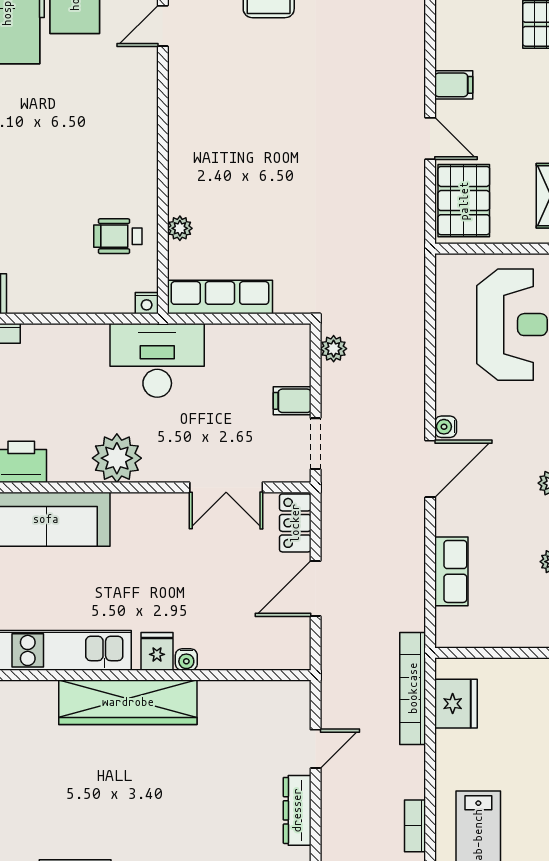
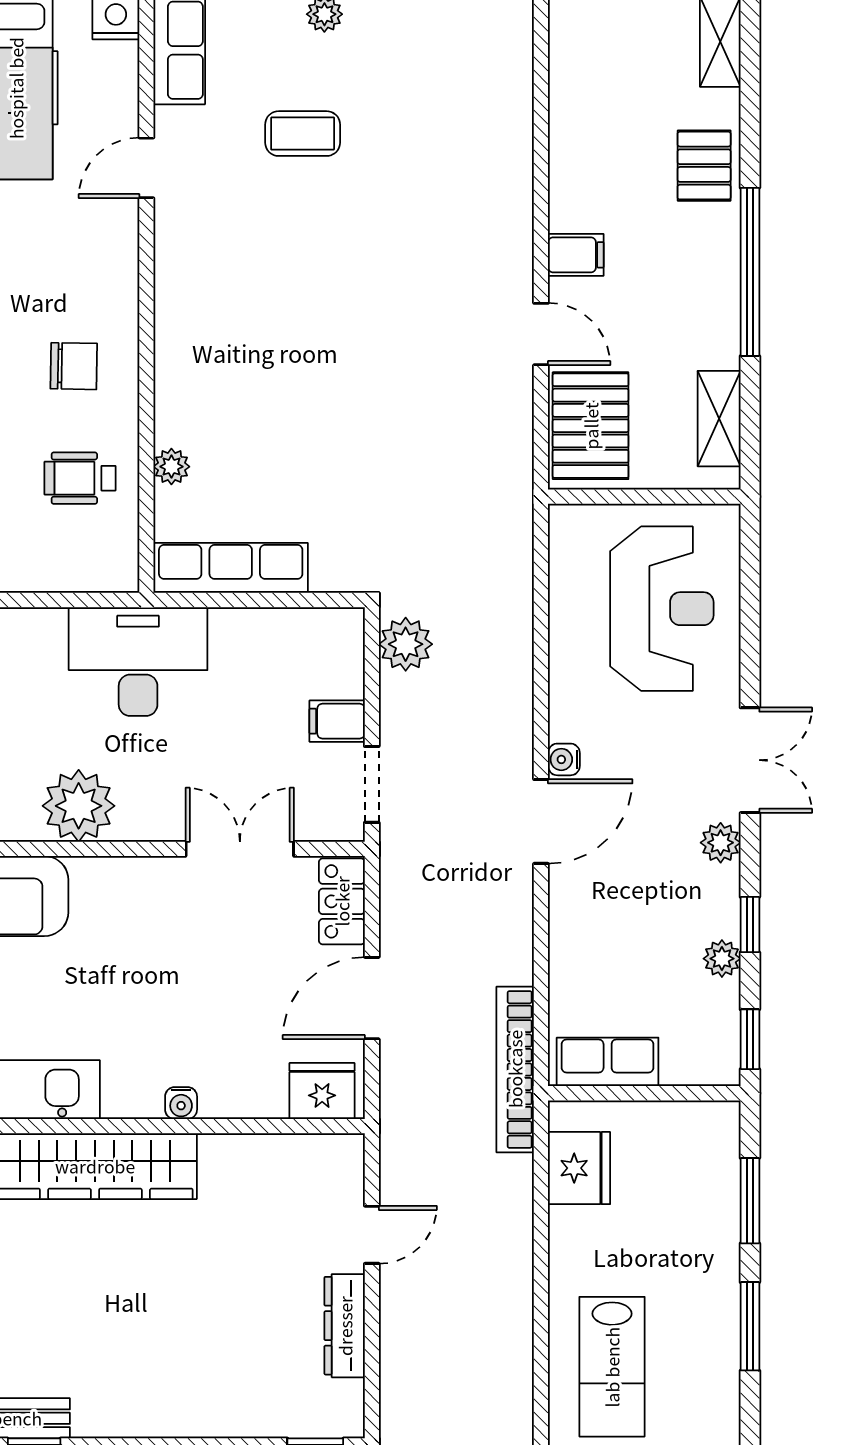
chair: (114, 160) -> (74, 366), added
nightstand: (147, 303) -> (122, 577), removed
plant: (334, 349) -> (406, 644), width x1.38, depth x1.38
double door: (226, 487) -> (240, 849), swing flipped
row of seats: (451, 571) -> (608, 1062), moved, turned -90
fridge: (157, 651) -> (322, 1091), moved, width x1.38
bookcase: (413, 688) -> (515, 1069), moved
bookcase: (415, 826) -> (518, 1349), removed

